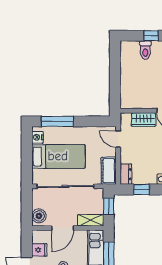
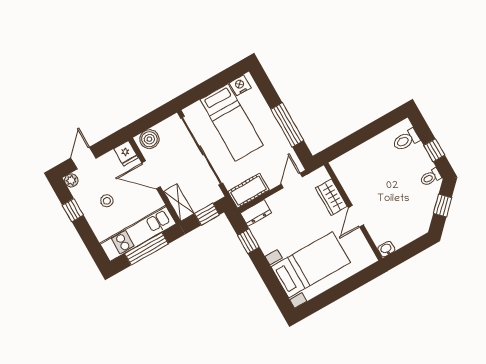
toilet: (145, 50) -> (406, 140), moved
window: (57, 121) -> (287, 125), moved
fridge: (39, 250) -> (126, 153), moved

